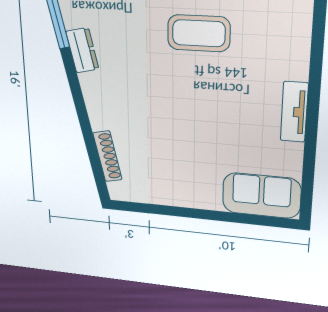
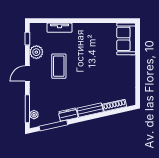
bench: (95, 102) -> (90, 110), added
tv unit: (294, 112) -> (60, 28), moved

